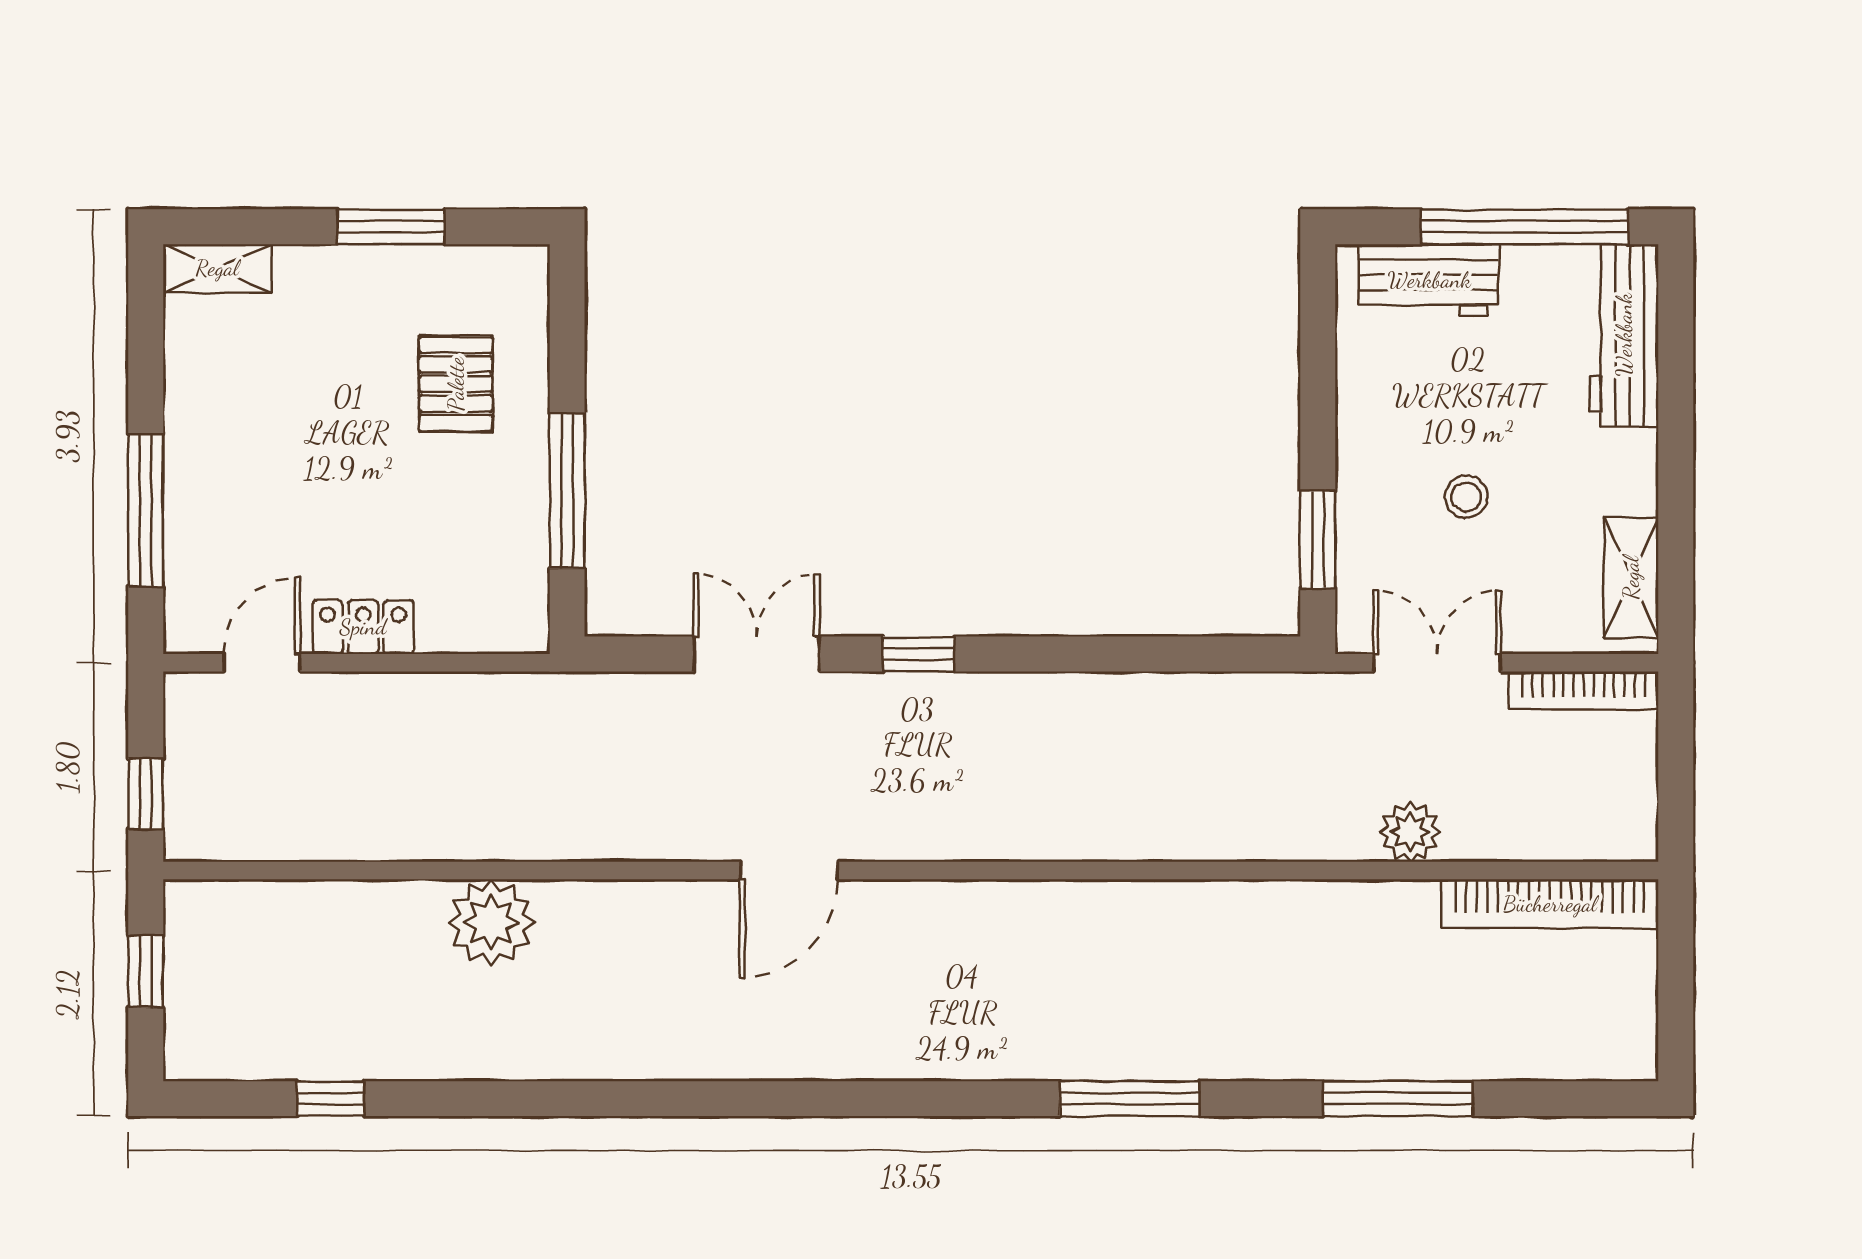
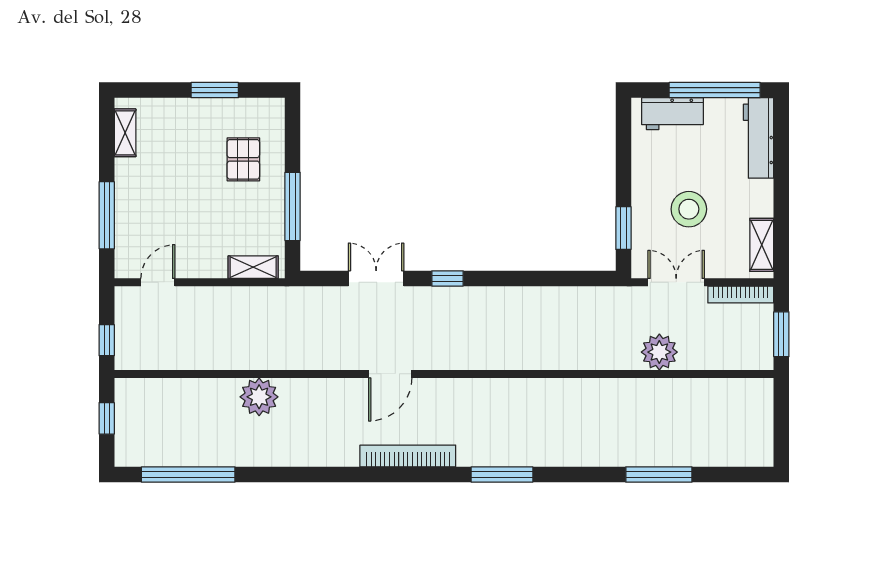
shelving: (217, 268) -> (125, 133), moved, turned 90
stool: (1466, 497) -> (689, 209), width x1.89, depth x1.89
locker: (363, 627) -> (203, 267), removed
shelving: (478, 629) -> (253, 267), added
window: (1676, 780) -> (781, 334), added
plant: (1410, 832) -> (659, 352), width x1.36, depth x1.36
bookcase: (1550, 904) -> (408, 456), moved, turned 180
window: (331, 1099) -> (188, 474), width x3.17
window: (1130, 1099) -> (502, 474), moved

